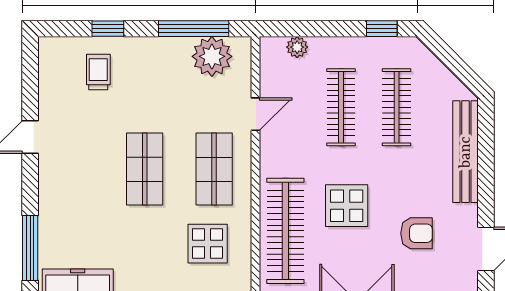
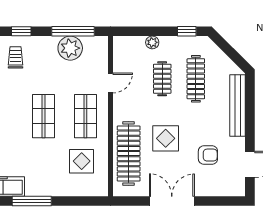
plant: (297, 47) -> (152, 42), moved
plant: (212, 56) -> (70, 48), moved
clothes rail: (341, 107) -> (162, 79), width x0.73

